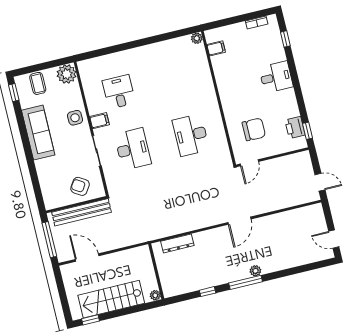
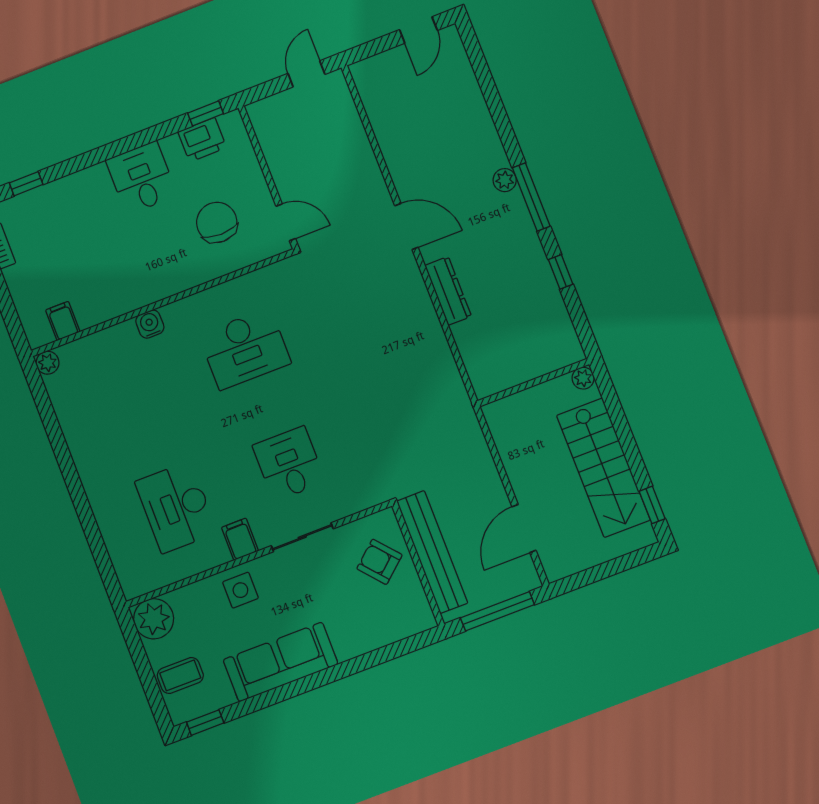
desk: (276, 77) -> (141, 178), moved
water cooler: (209, 91) -> (150, 324), added
desk: (119, 92) -> (176, 507), width x1.37
desk: (133, 149) -> (289, 464), width x0.73
armchair: (80, 186) -> (379, 562), turned 106
dresser: (177, 243) -> (448, 291), moved

